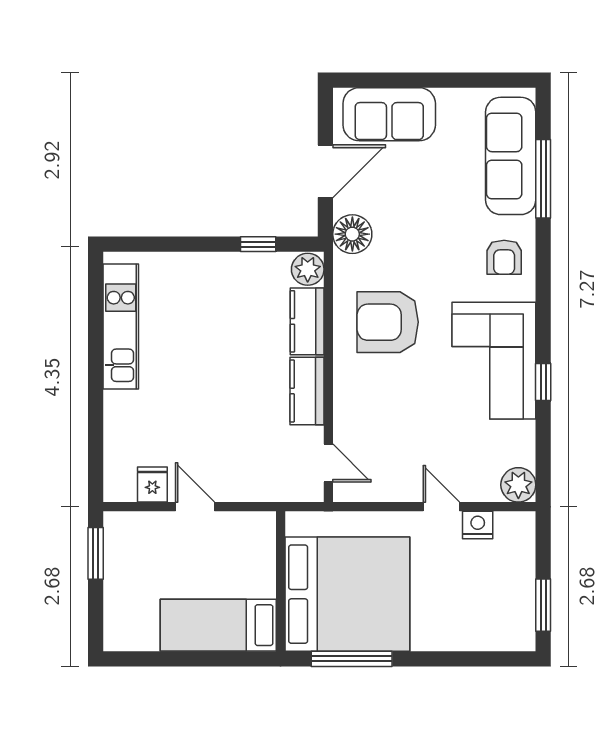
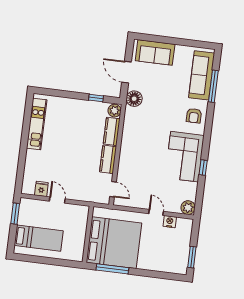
door: (325, 171) -> (127, 72), swing flipped
armchair: (388, 322) -> (144, 136), removed
bed: (218, 625) -> (39, 238), moved, turned 180

